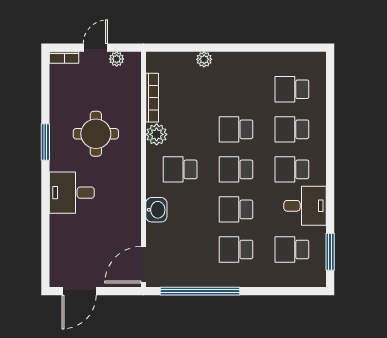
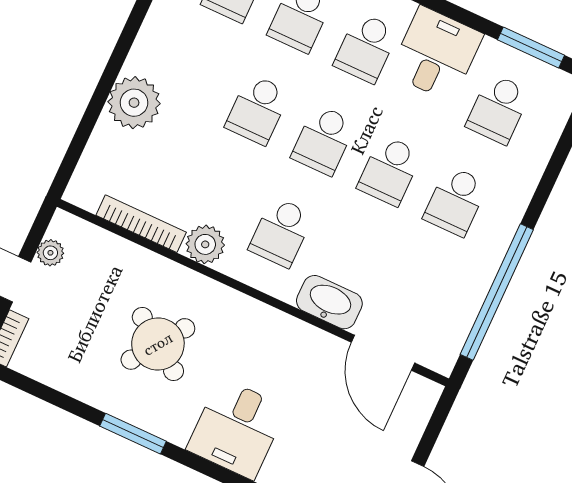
plant: (204, 59) -> (134, 103), width x1.88, depth x1.88
round table: (96, 134) -> (158, 344), turned 35
washbasin: (156, 210) -> (329, 302), width x1.38
door: (143, 265) -> (383, 353), moved

